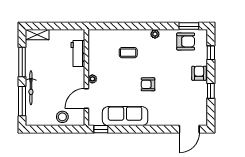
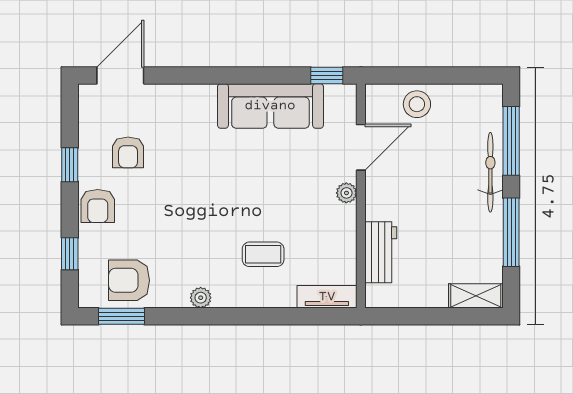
tv unit: (101, 34) -> (327, 297), added
armchair: (148, 84) -> (128, 152), moved, turned 90

